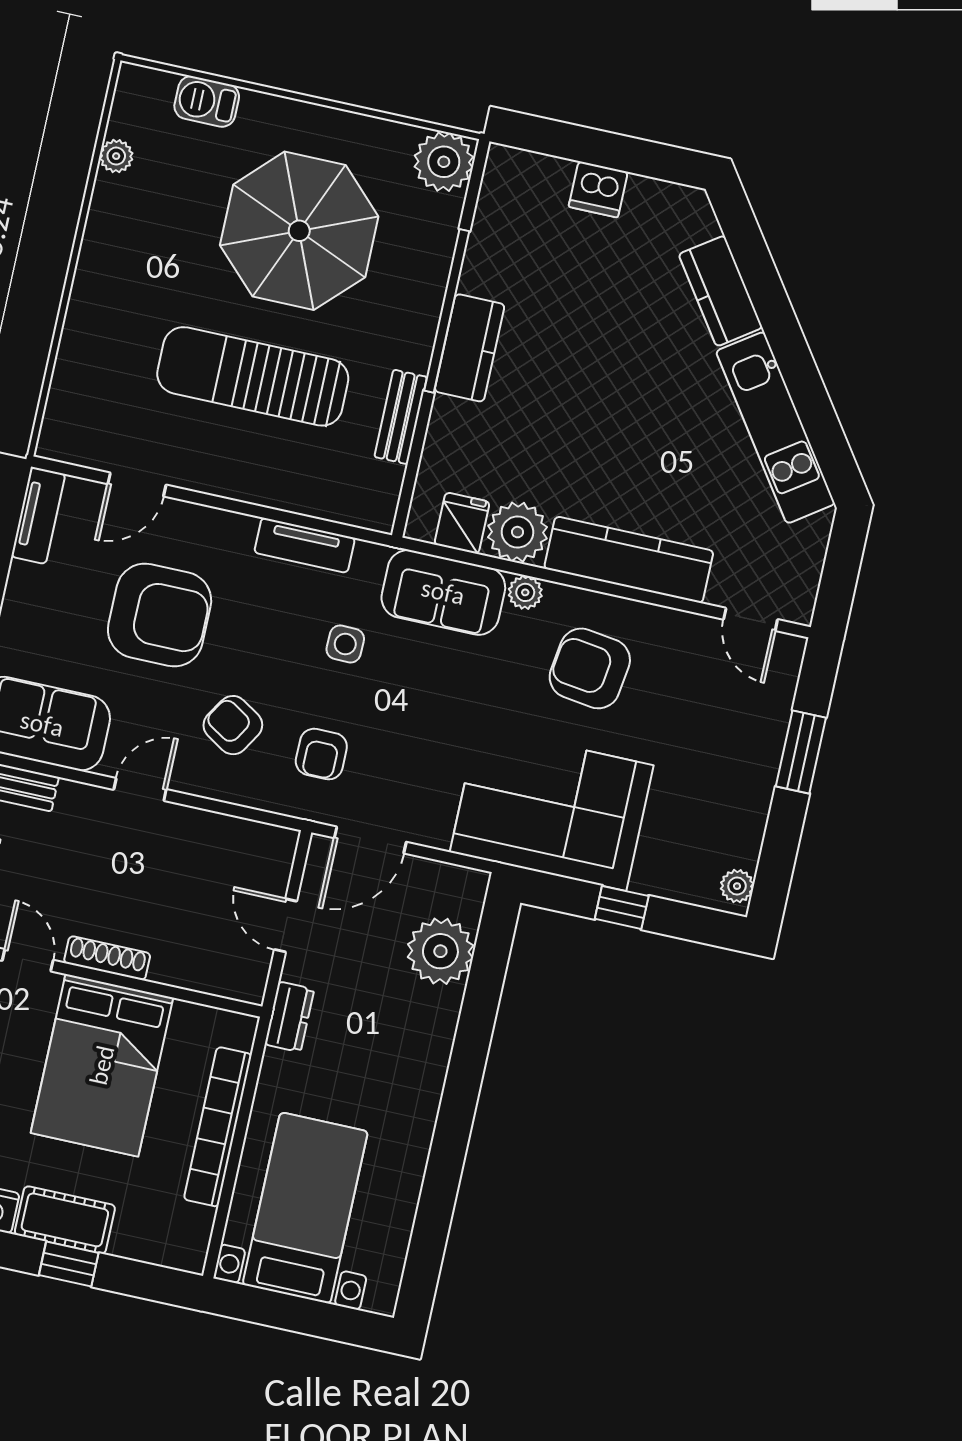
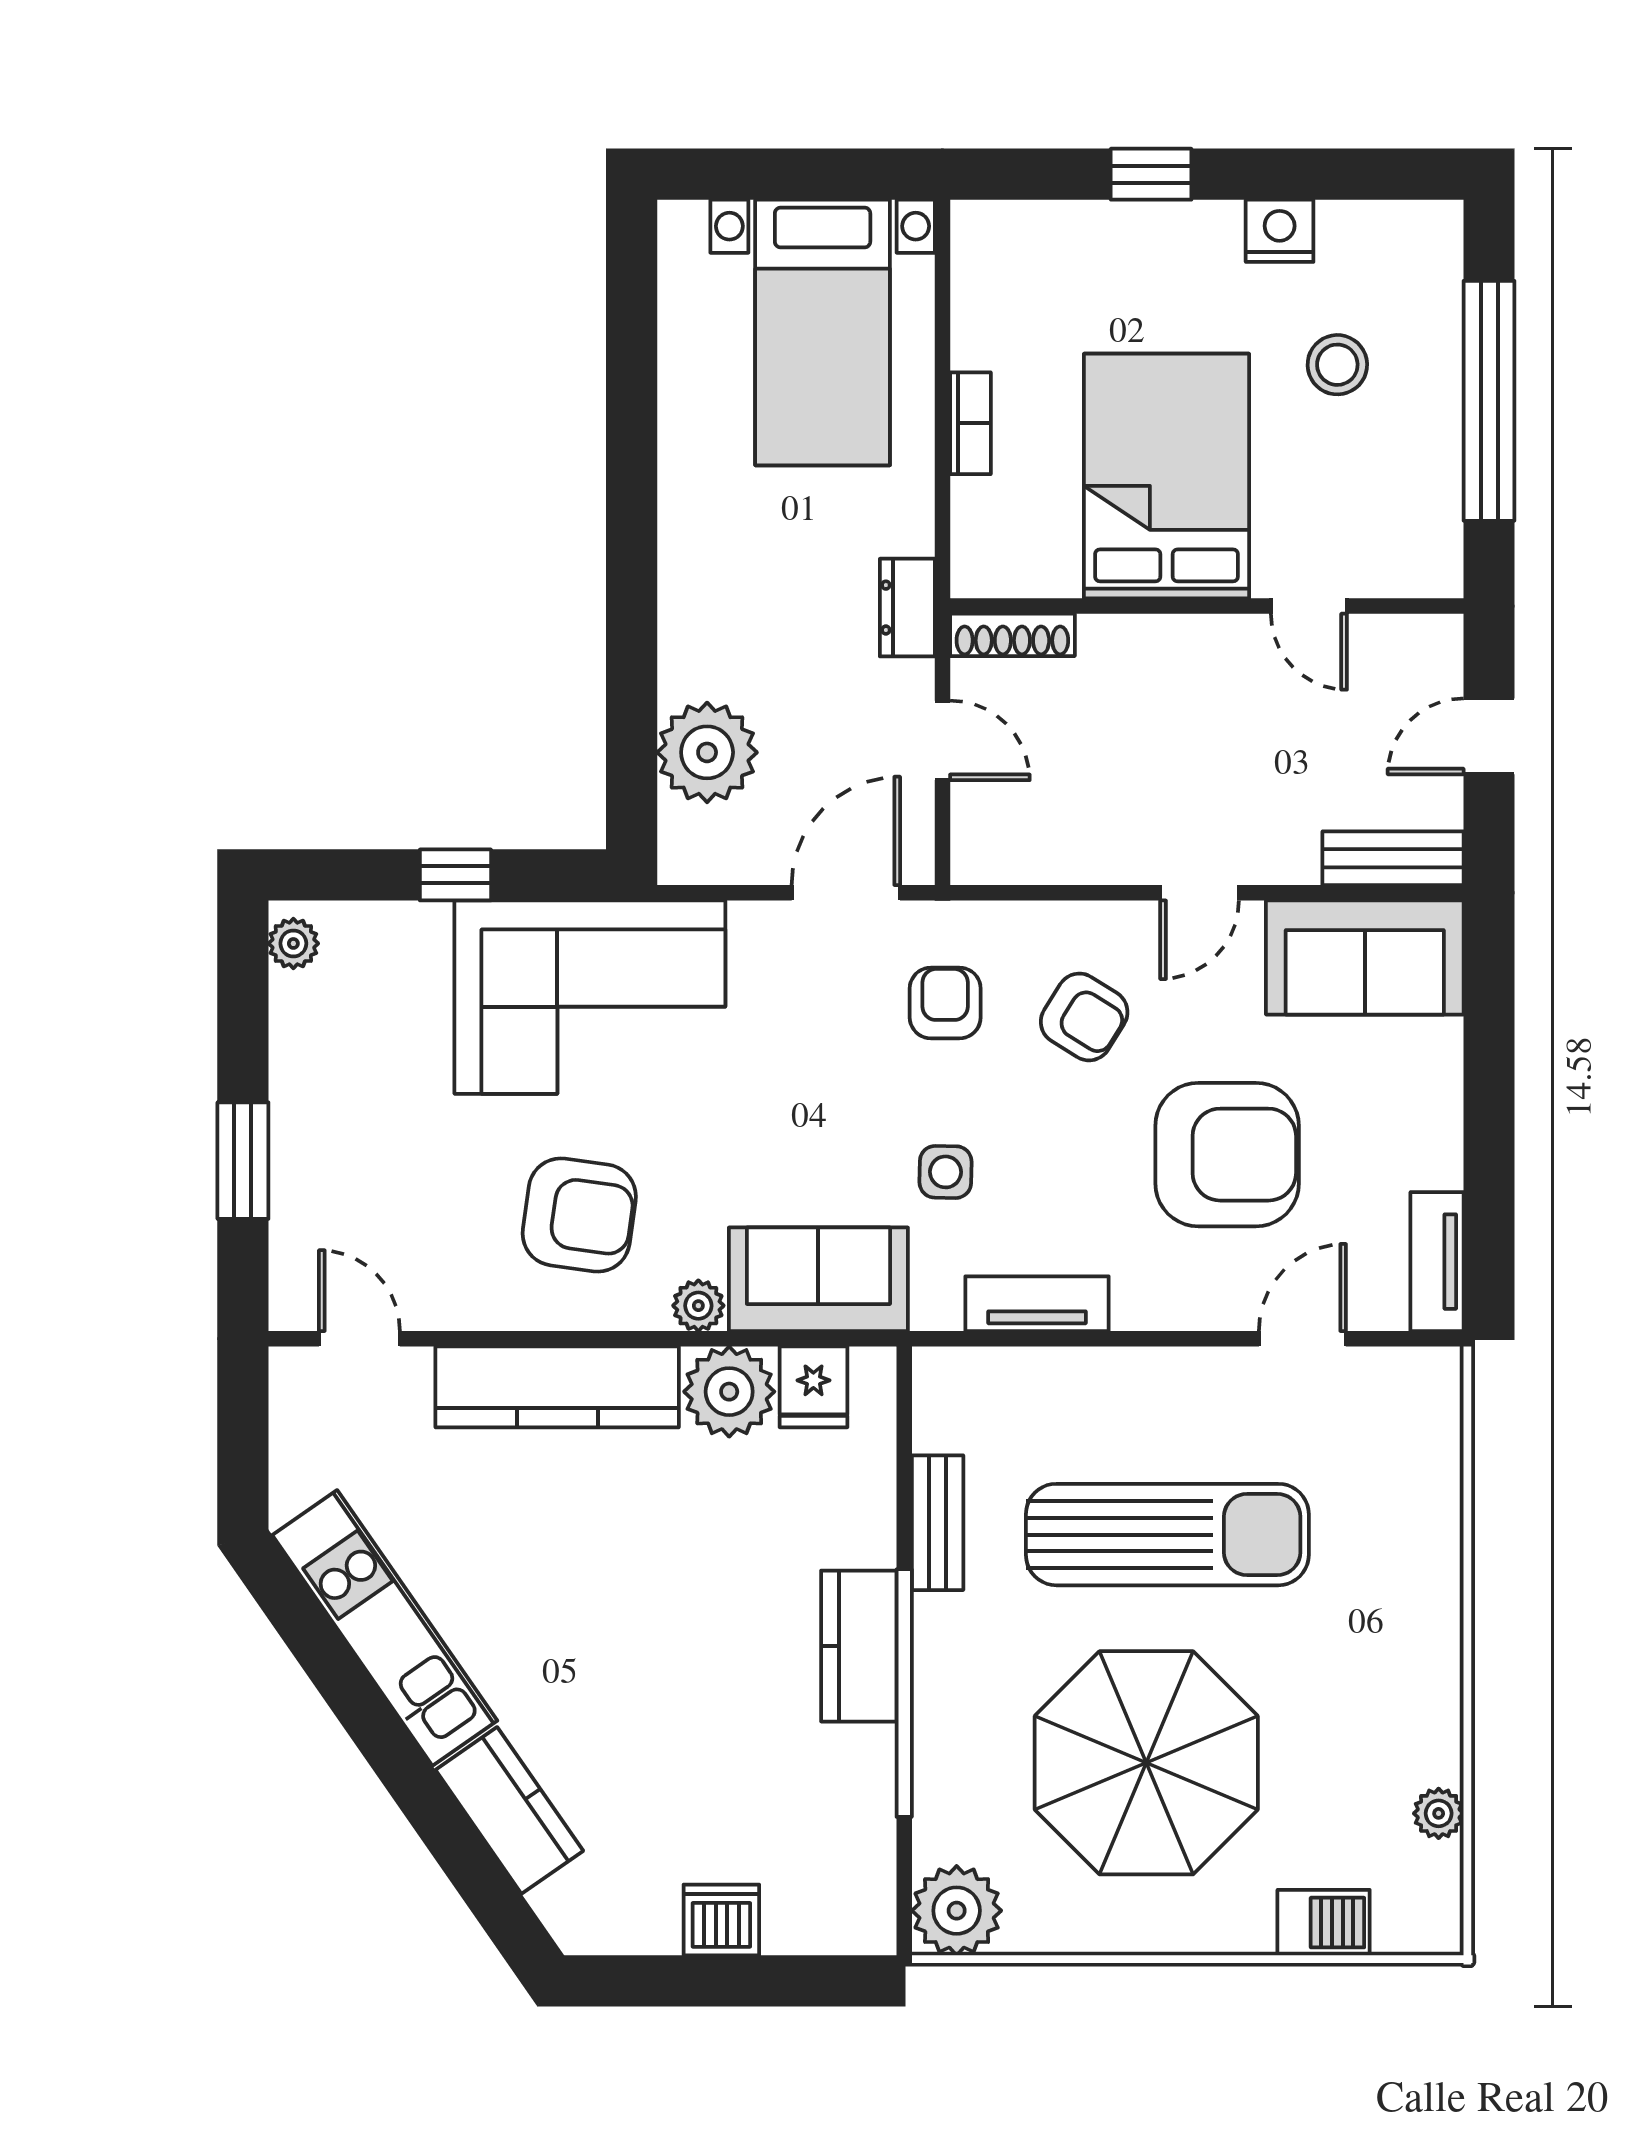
armchair: (160, 615) -> (1227, 1155), turned 180
shoe rack: (107, 958) -> (1012, 635), moved
bookcase: (218, 1127) -> (970, 423), width x0.43, depth x0.76
cot: (65, 1220) -> (1171, 237), removed

